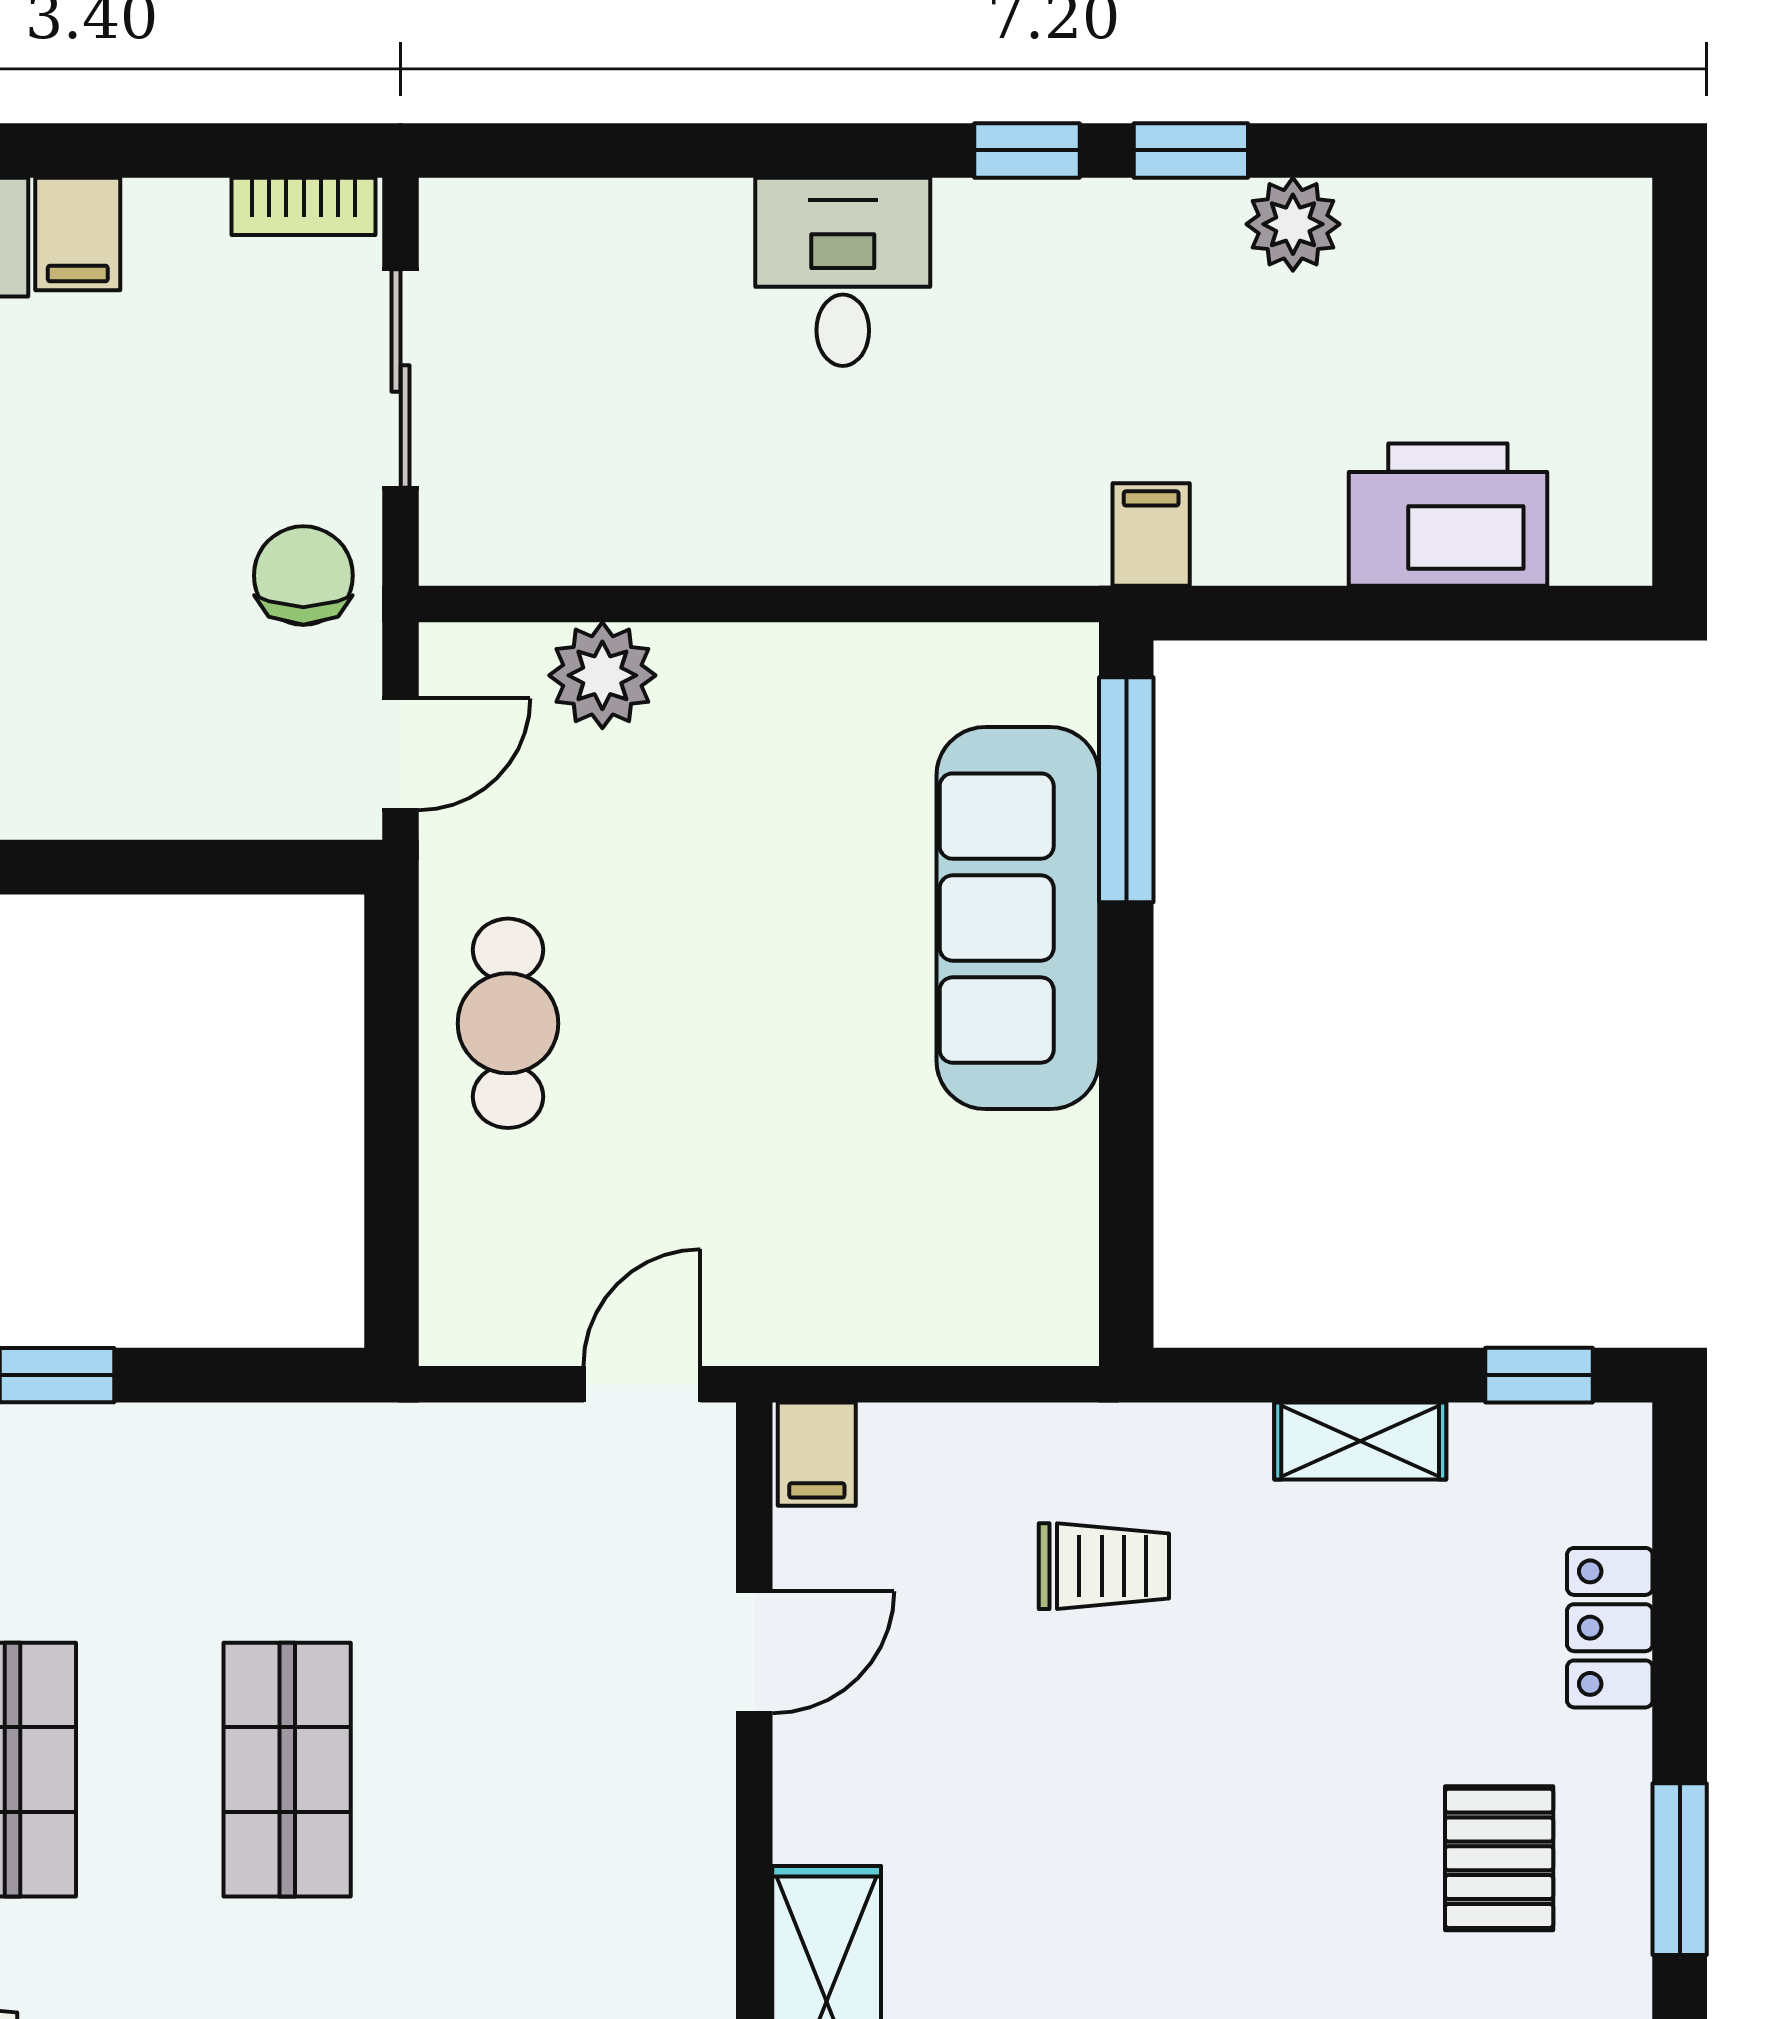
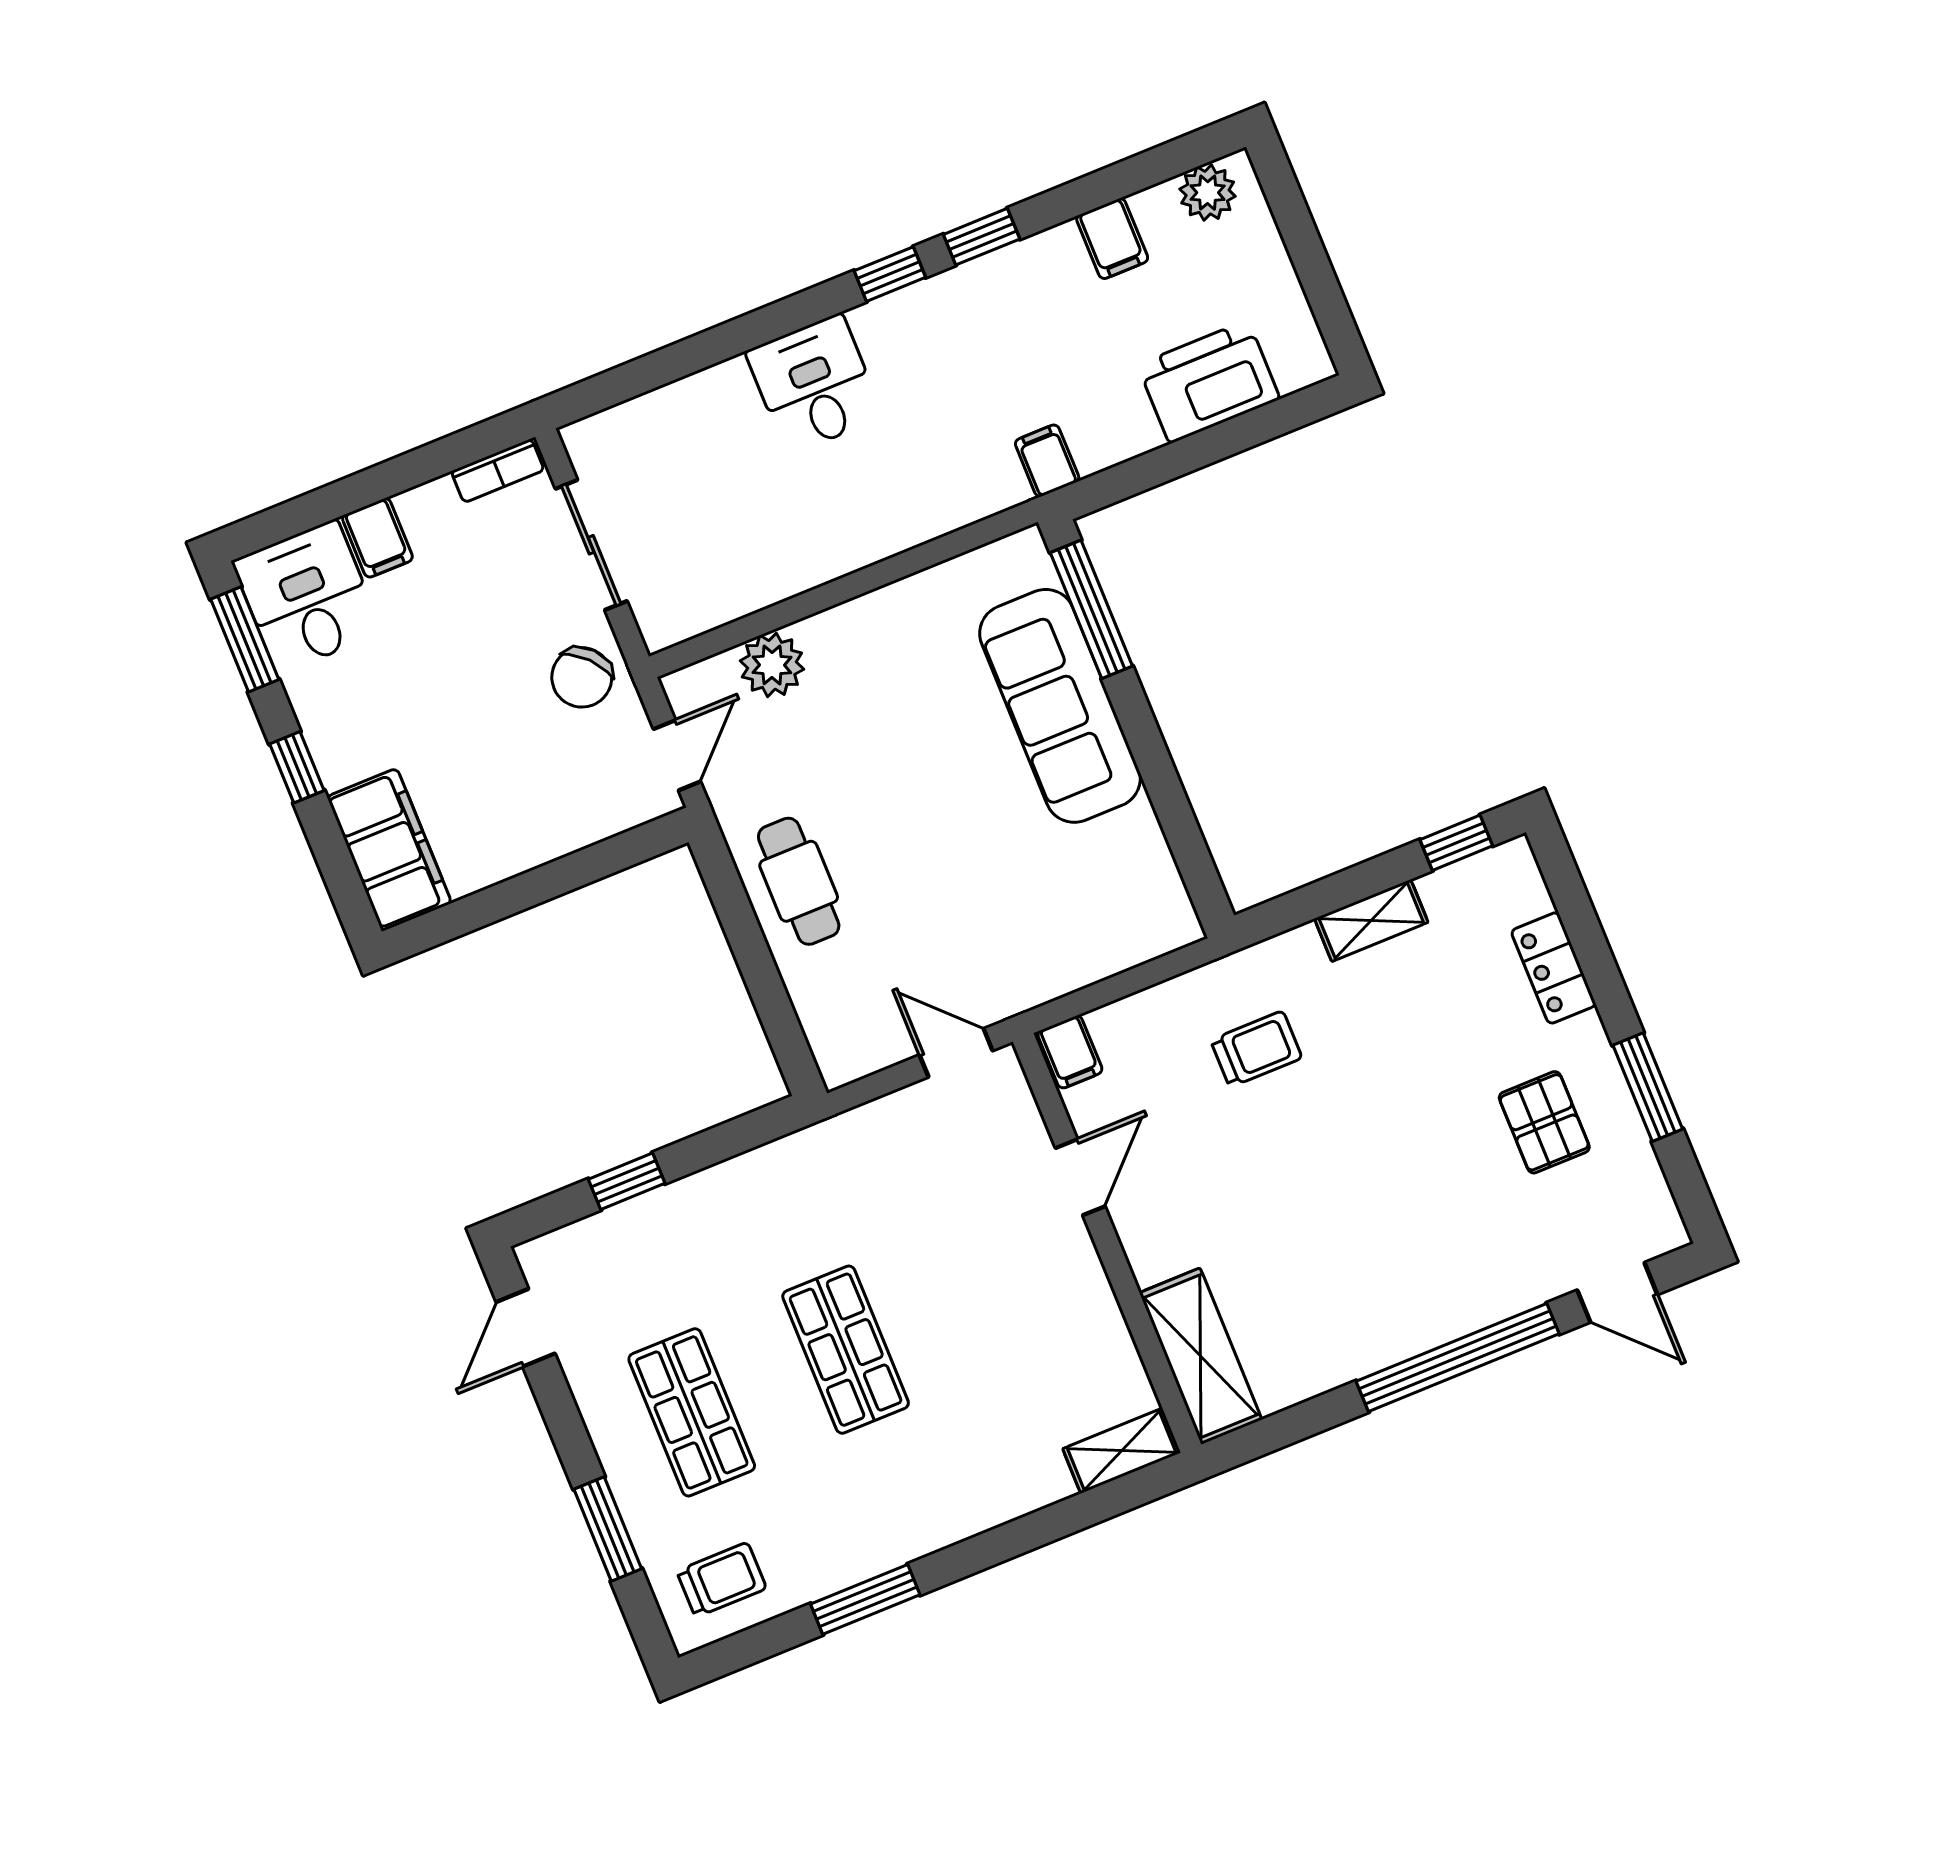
plant: (1293, 224) -> (1208, 193), moved
filing cabinet: (1390, 235) -> (1112, 239), added
chair: (303, 575) -> (582, 677), turned -133
door: (642, 1384) -> (956, 1053), hinge flipped

